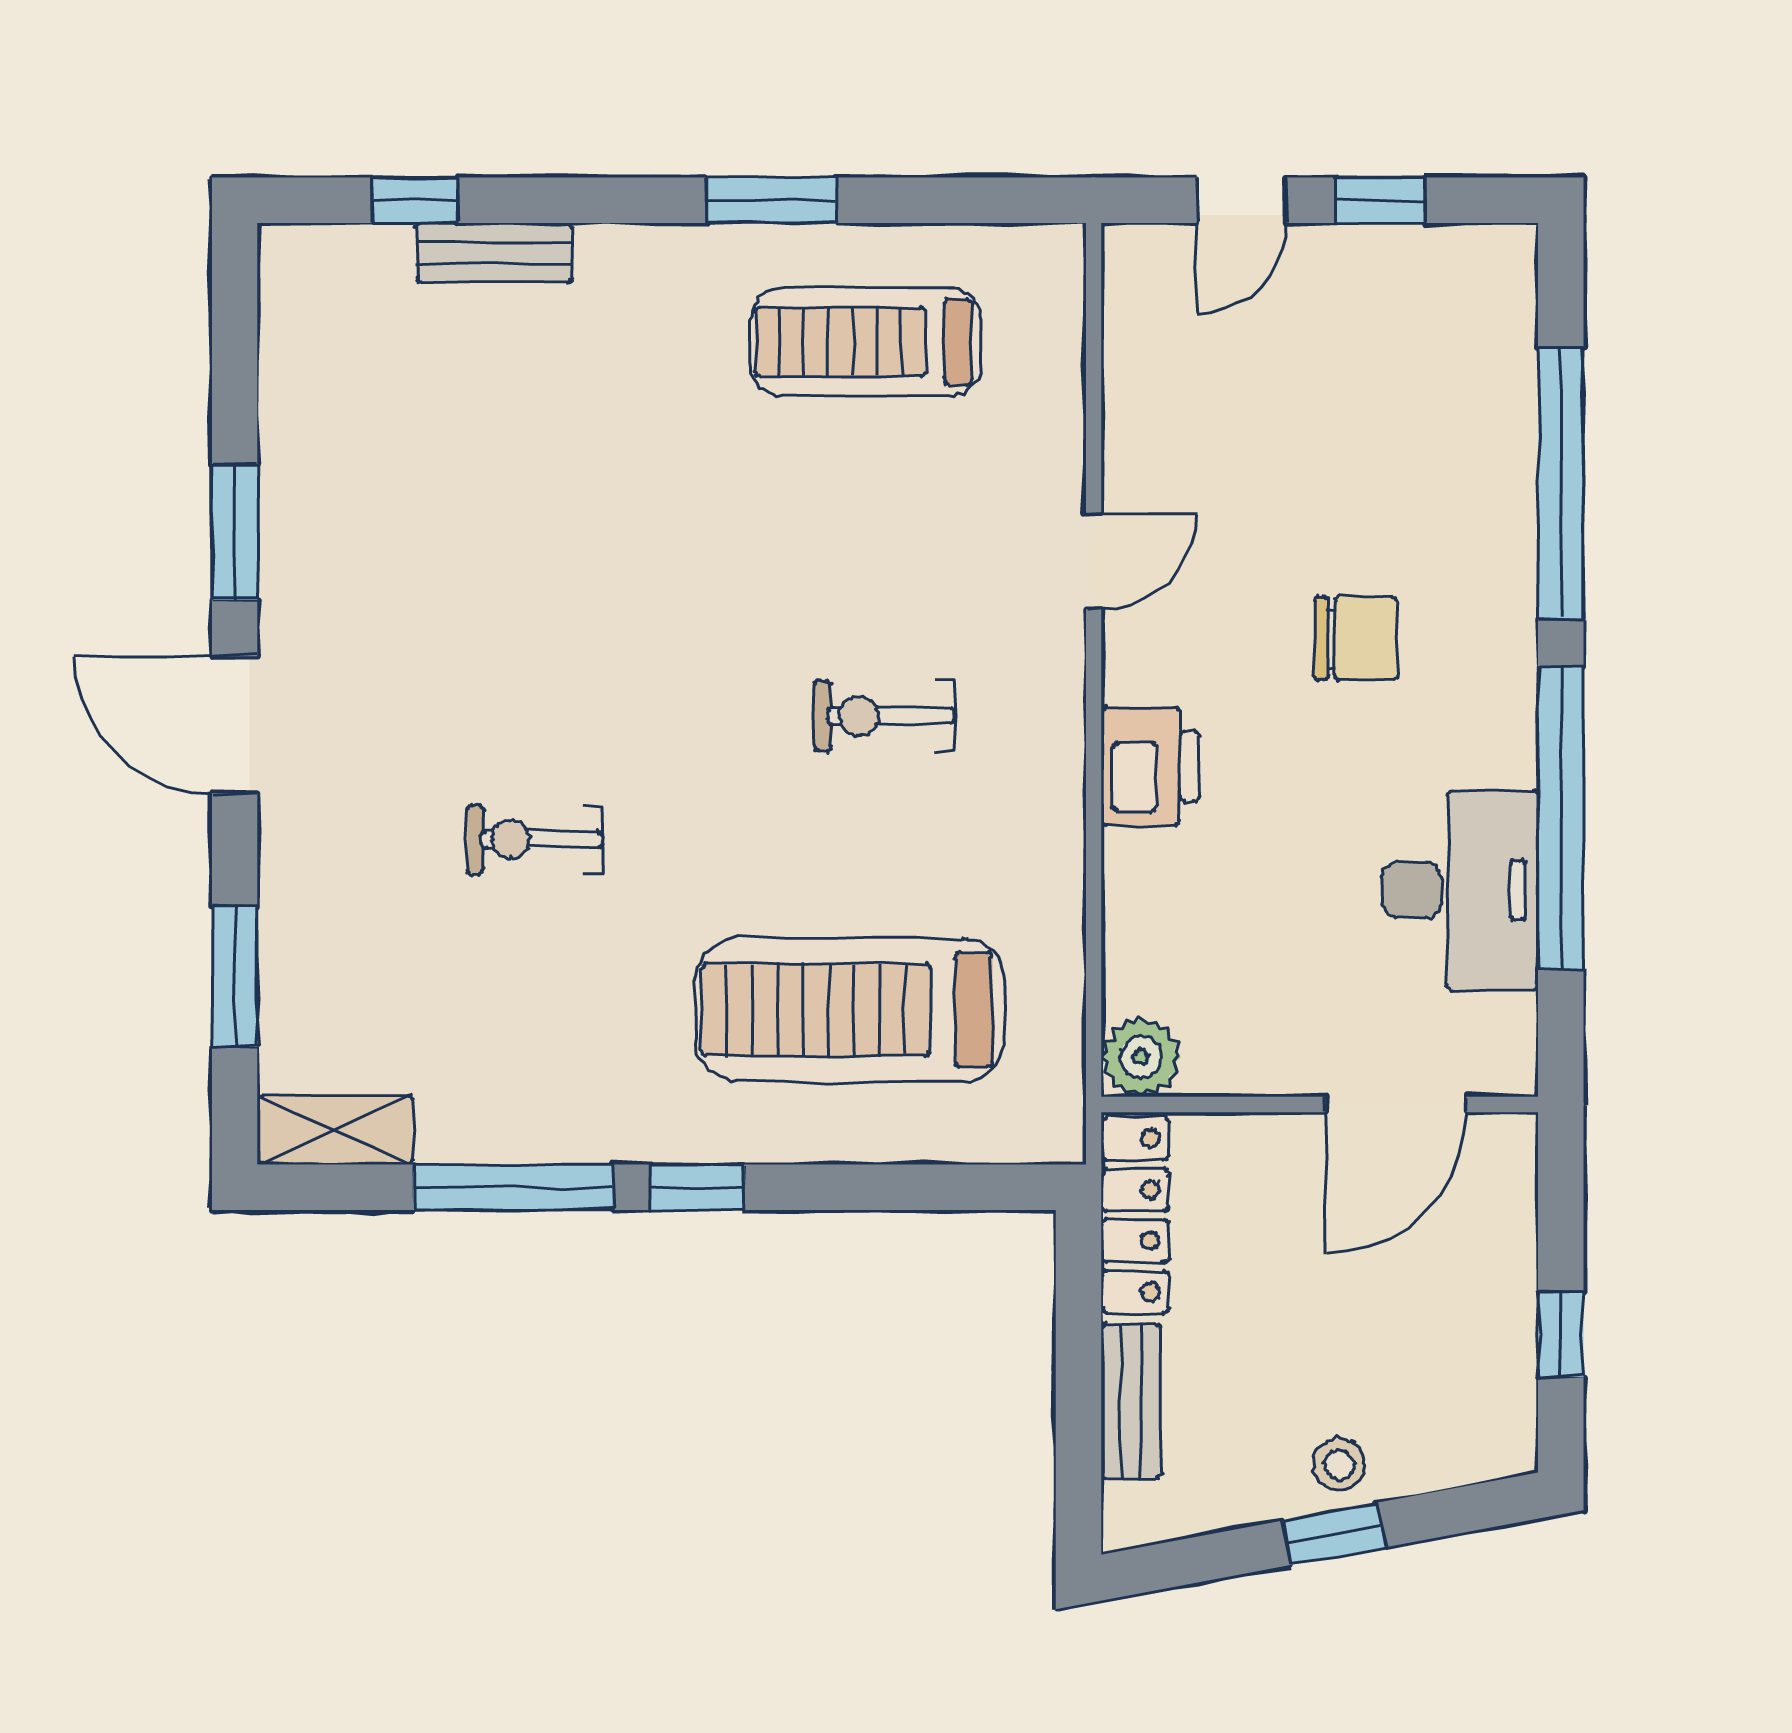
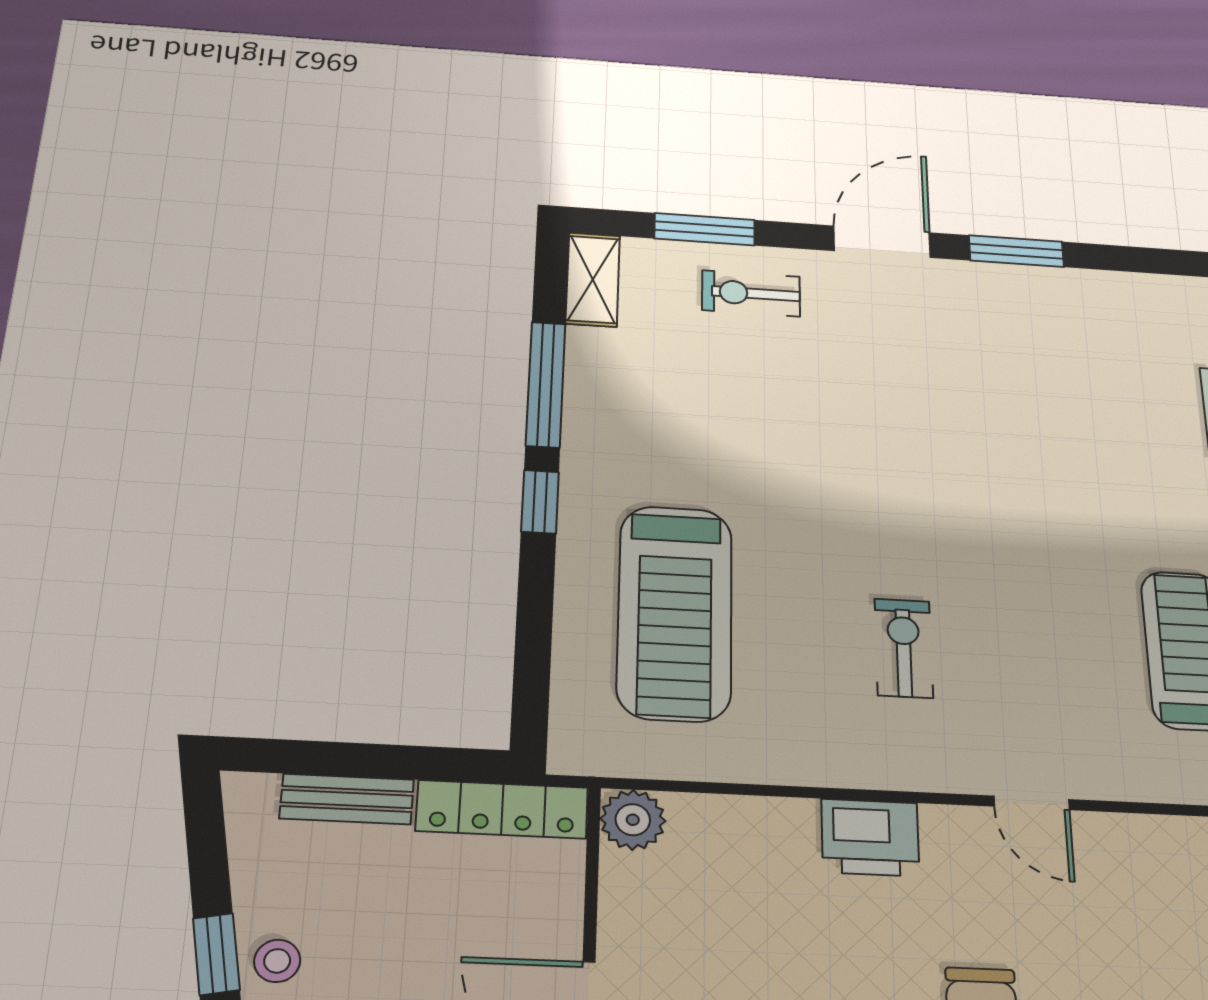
exercise bike: (535, 840) -> (751, 293), moved, turned -90
treadmill: (850, 1010) -> (675, 612), turned 180

